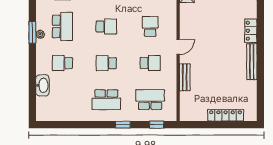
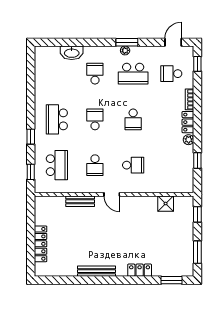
locker: (251, 31) -> (140, 270), moved

